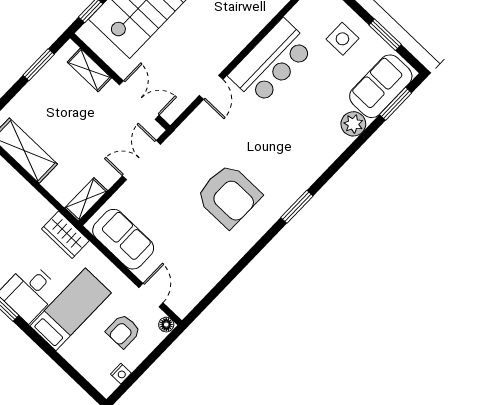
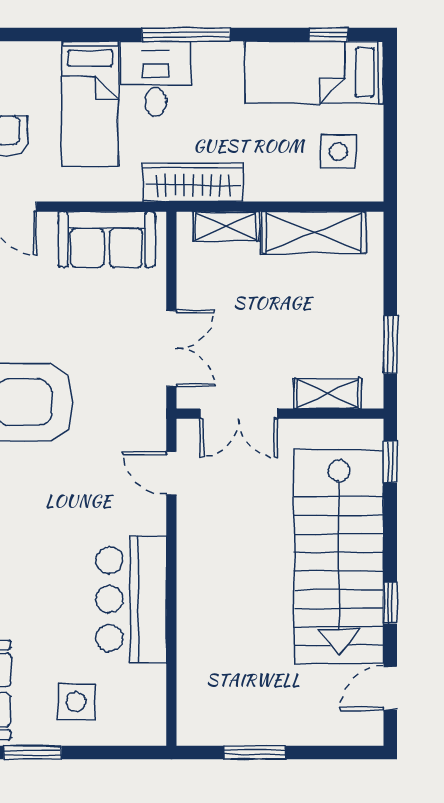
door: (211, 87) -> (171, 473), moved
shelving: (86, 199) -> (226, 226), moved, turned 90
wardrobe: (65, 235) -> (193, 182), width x1.50

